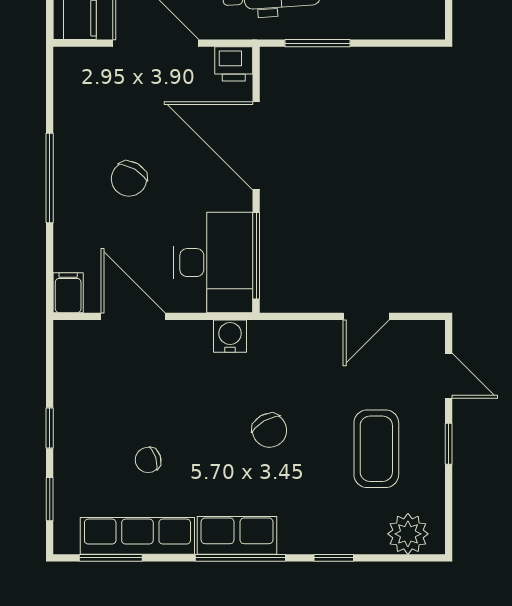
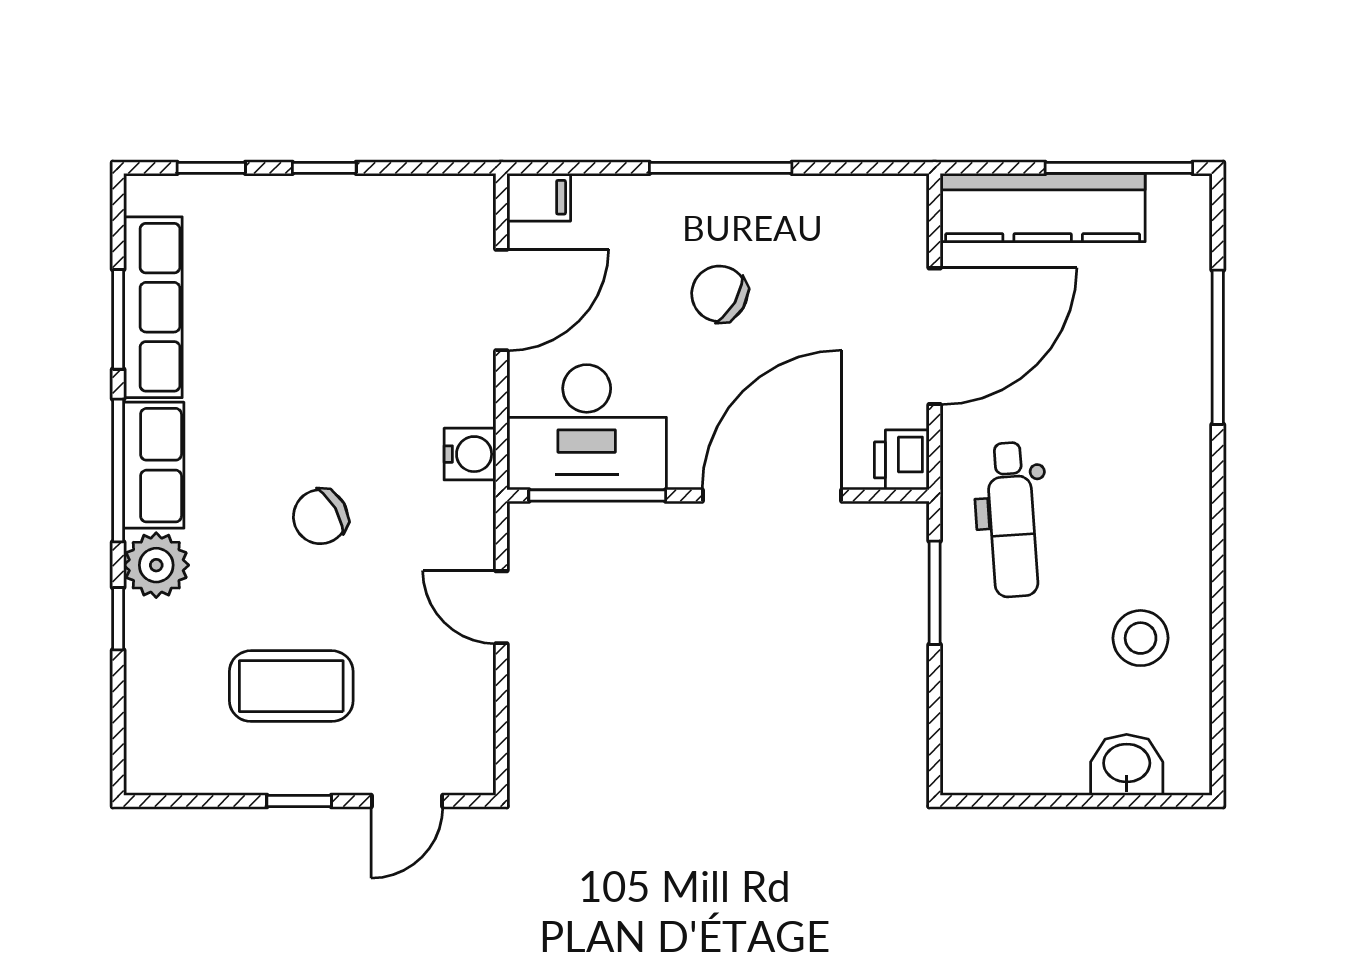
door: (366, 316) -> (501, 607), moved
chair: (148, 460) -> (274, 324), removed
plant: (408, 534) -> (156, 565), moved
window: (111, 558) -> (118, 319), moved

